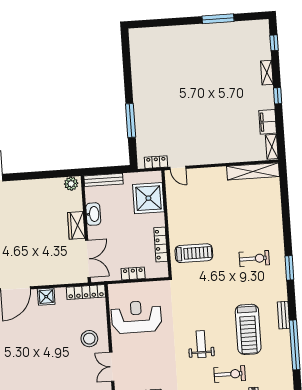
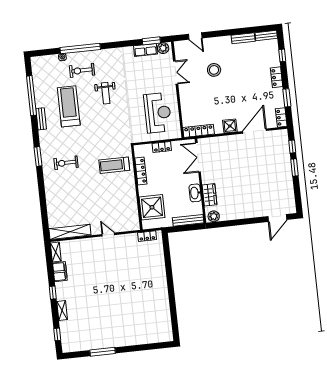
window: (131, 120) -> (169, 268), removed
door: (178, 168) -> (108, 235), moved
wardrobe: (76, 225) -> (209, 195), moved
reception desk: (136, 317) -> (158, 113), turned -90
stool: (89, 339) -> (214, 70), moved

